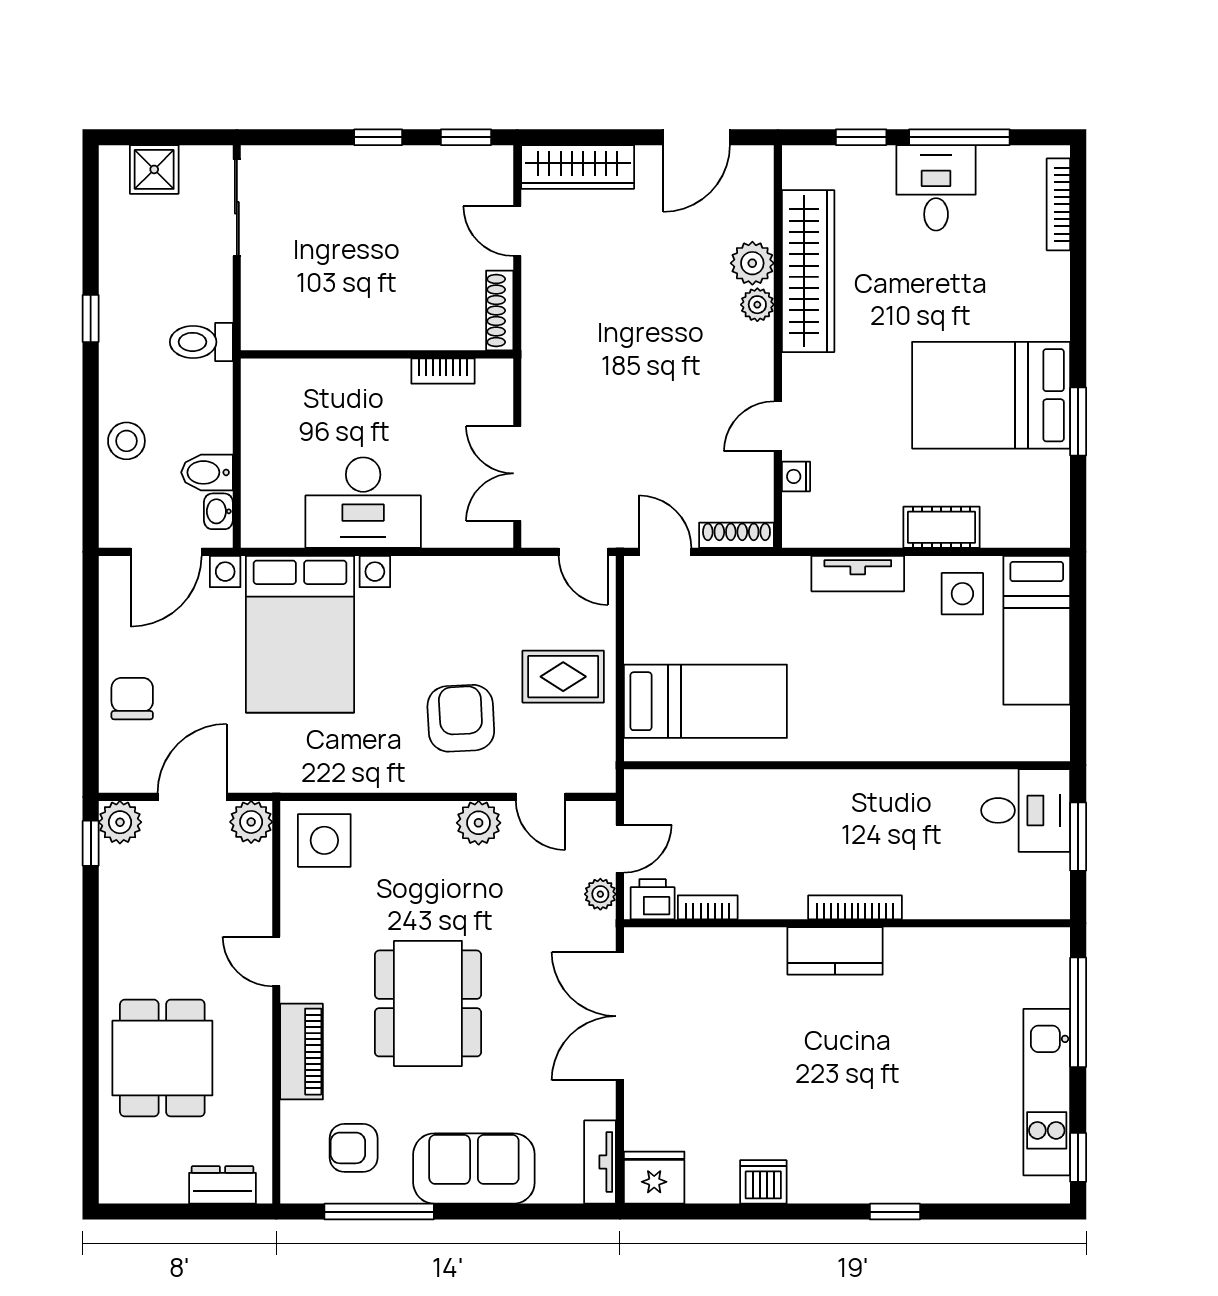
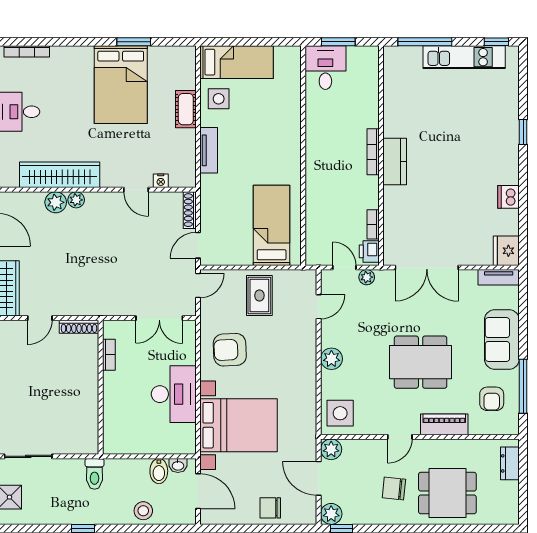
armchair: (461, 718) -> (230, 350), moved
plant: (479, 823) -> (331, 359), moved
chair: (172, 949) -> (394, 488), added

